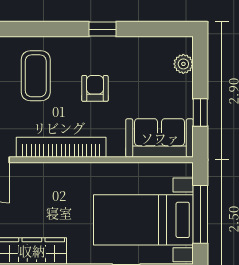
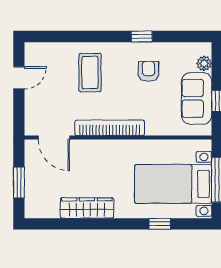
armchair: (95, 88) -> (148, 71), moved
sofa: (160, 138) -> (197, 98), moved, turned -90

